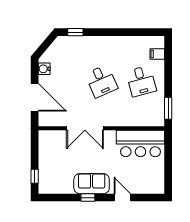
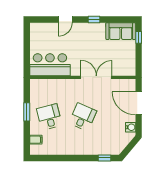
desk: (101, 81) -> (83, 117), turned 48
window: (168, 108) -> (27, 112), moved
sofa: (92, 184) -> (121, 31), moved
door: (122, 198) -> (65, 19), hinge flipped

